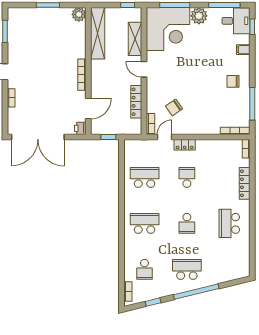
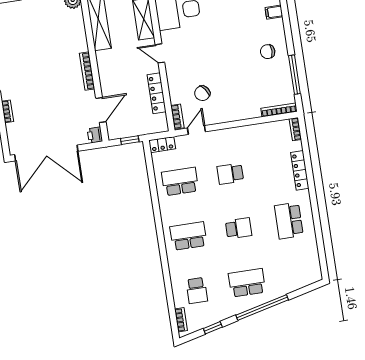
locker: (185, 145) -> (162, 145), moved
school desk: (187, 177) -> (230, 174), turned -90
school desk: (187, 223) -> (239, 228), turned -90

